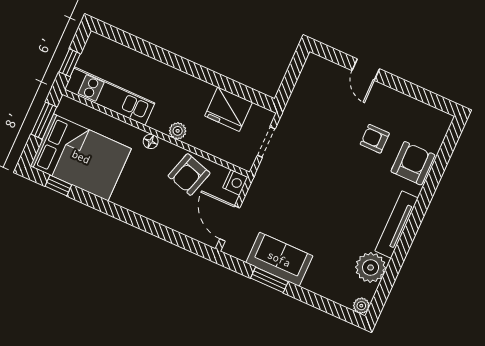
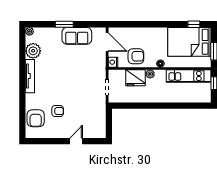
door: (366, 70) -> (76, 141), hinge flipped
fridge: (229, 109) -> (135, 78), moved, turned 180
armchair: (413, 163) -> (36, 118), moved
armchair: (189, 175) -> (136, 56), turned 73
window: (269, 280) -> (64, 24), moved

